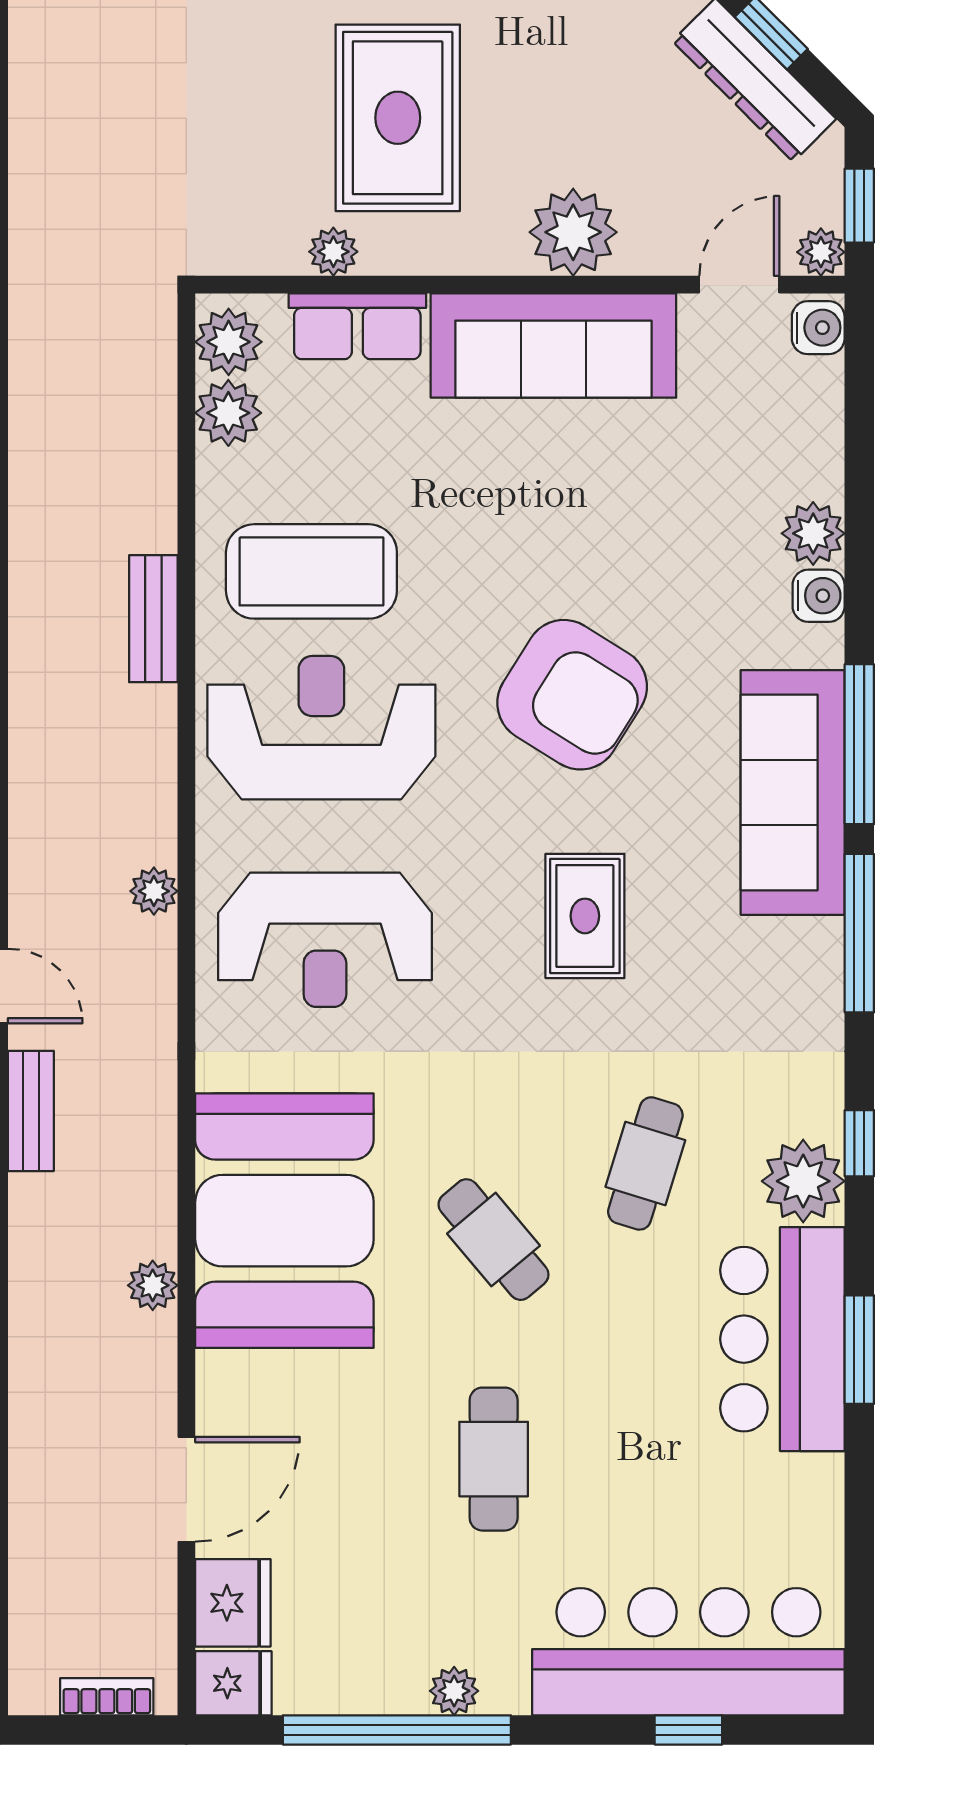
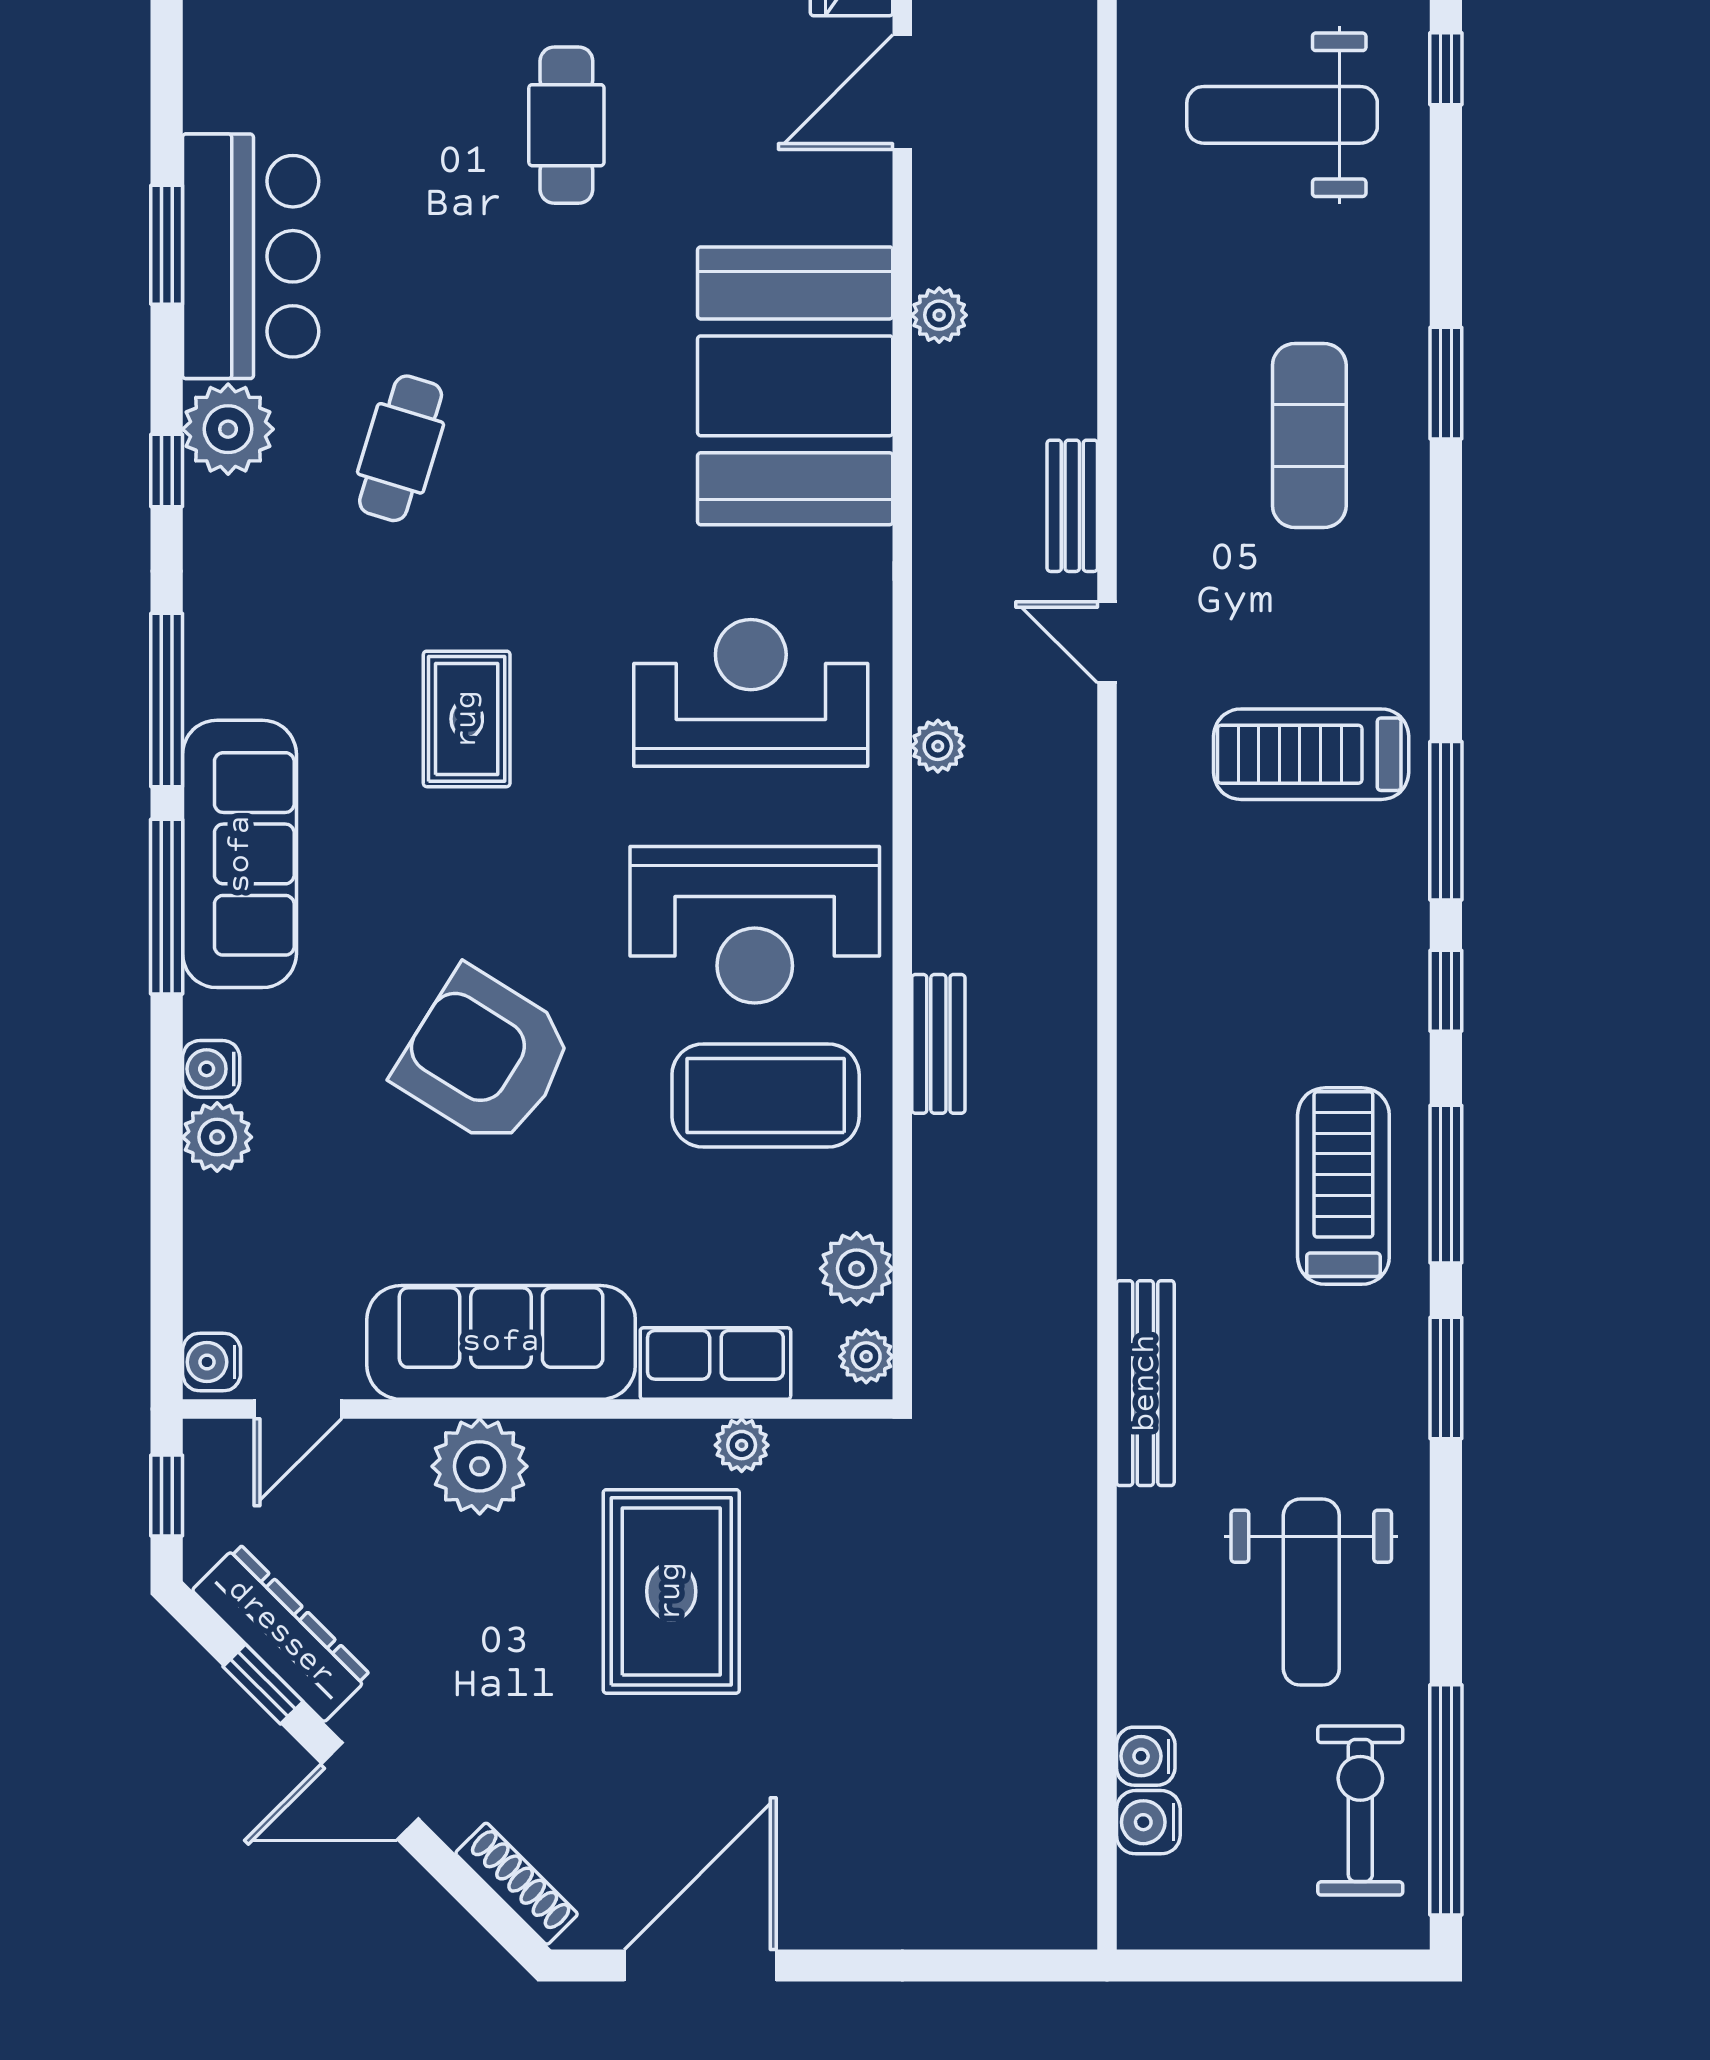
plant: (821, 252) -> (209, 1445), removed
plant: (229, 342) -> (866, 1356), width x0.73, depth x0.73
armchair: (572, 695) -> (485, 1057), moved
cafe table: (494, 1240) -> (567, 365), removed

